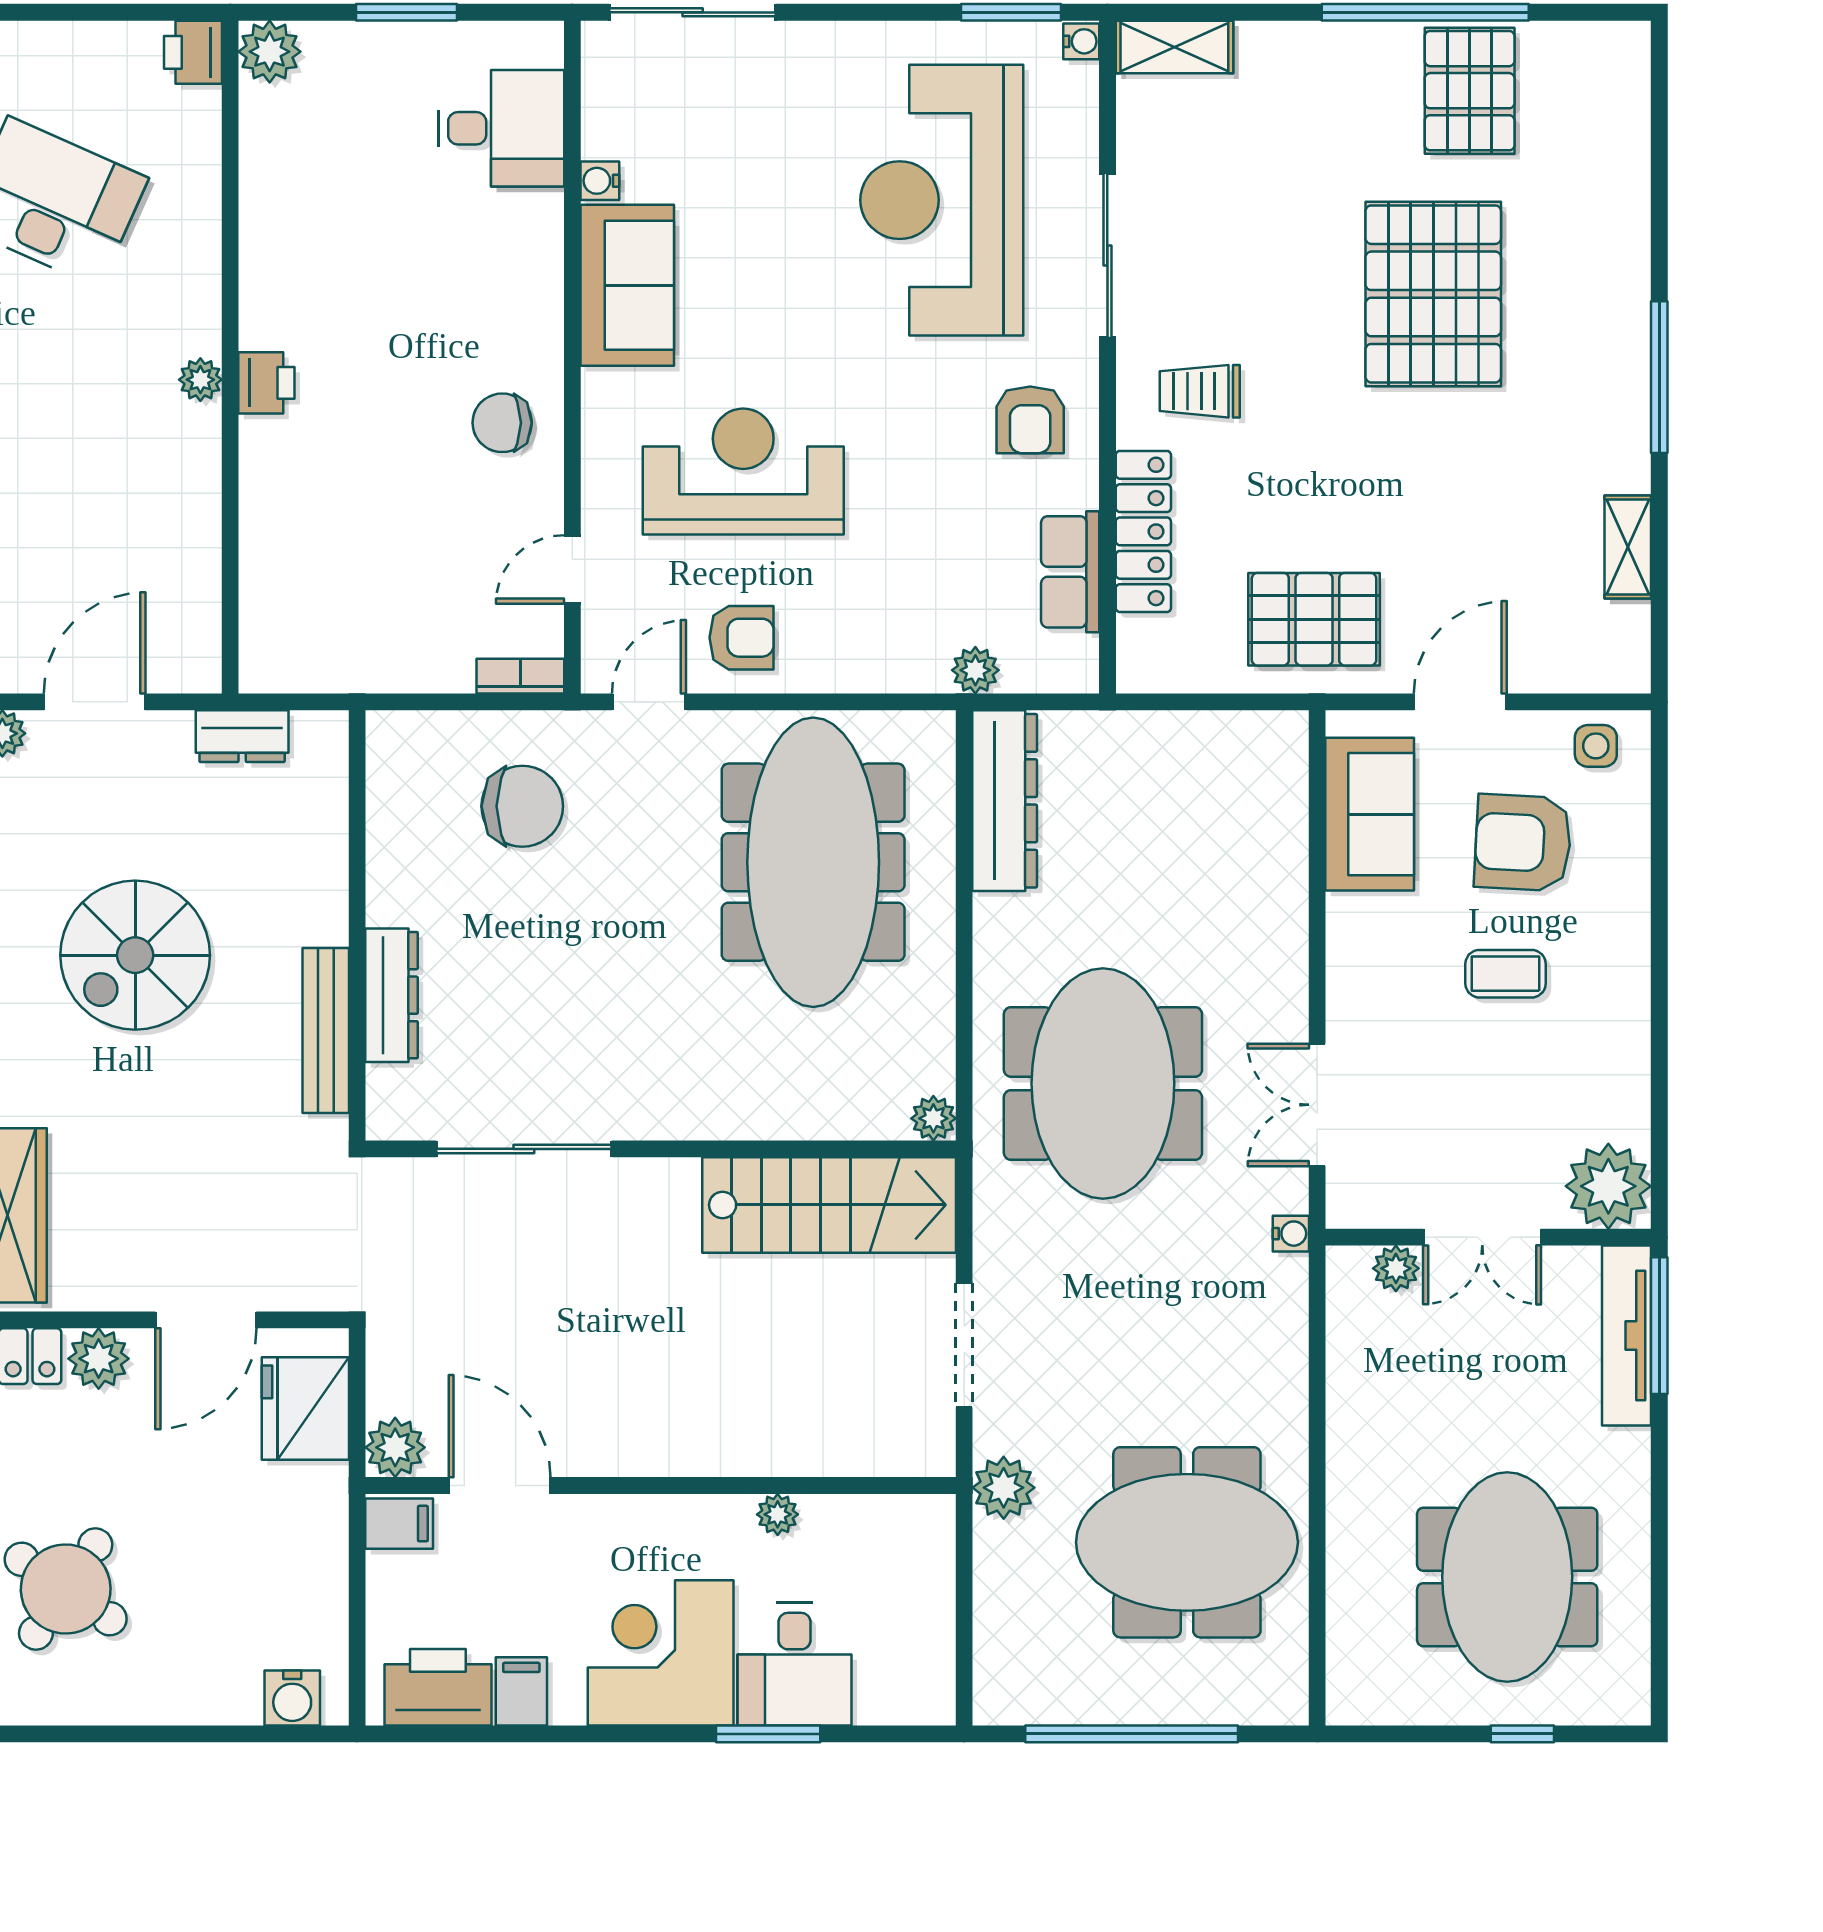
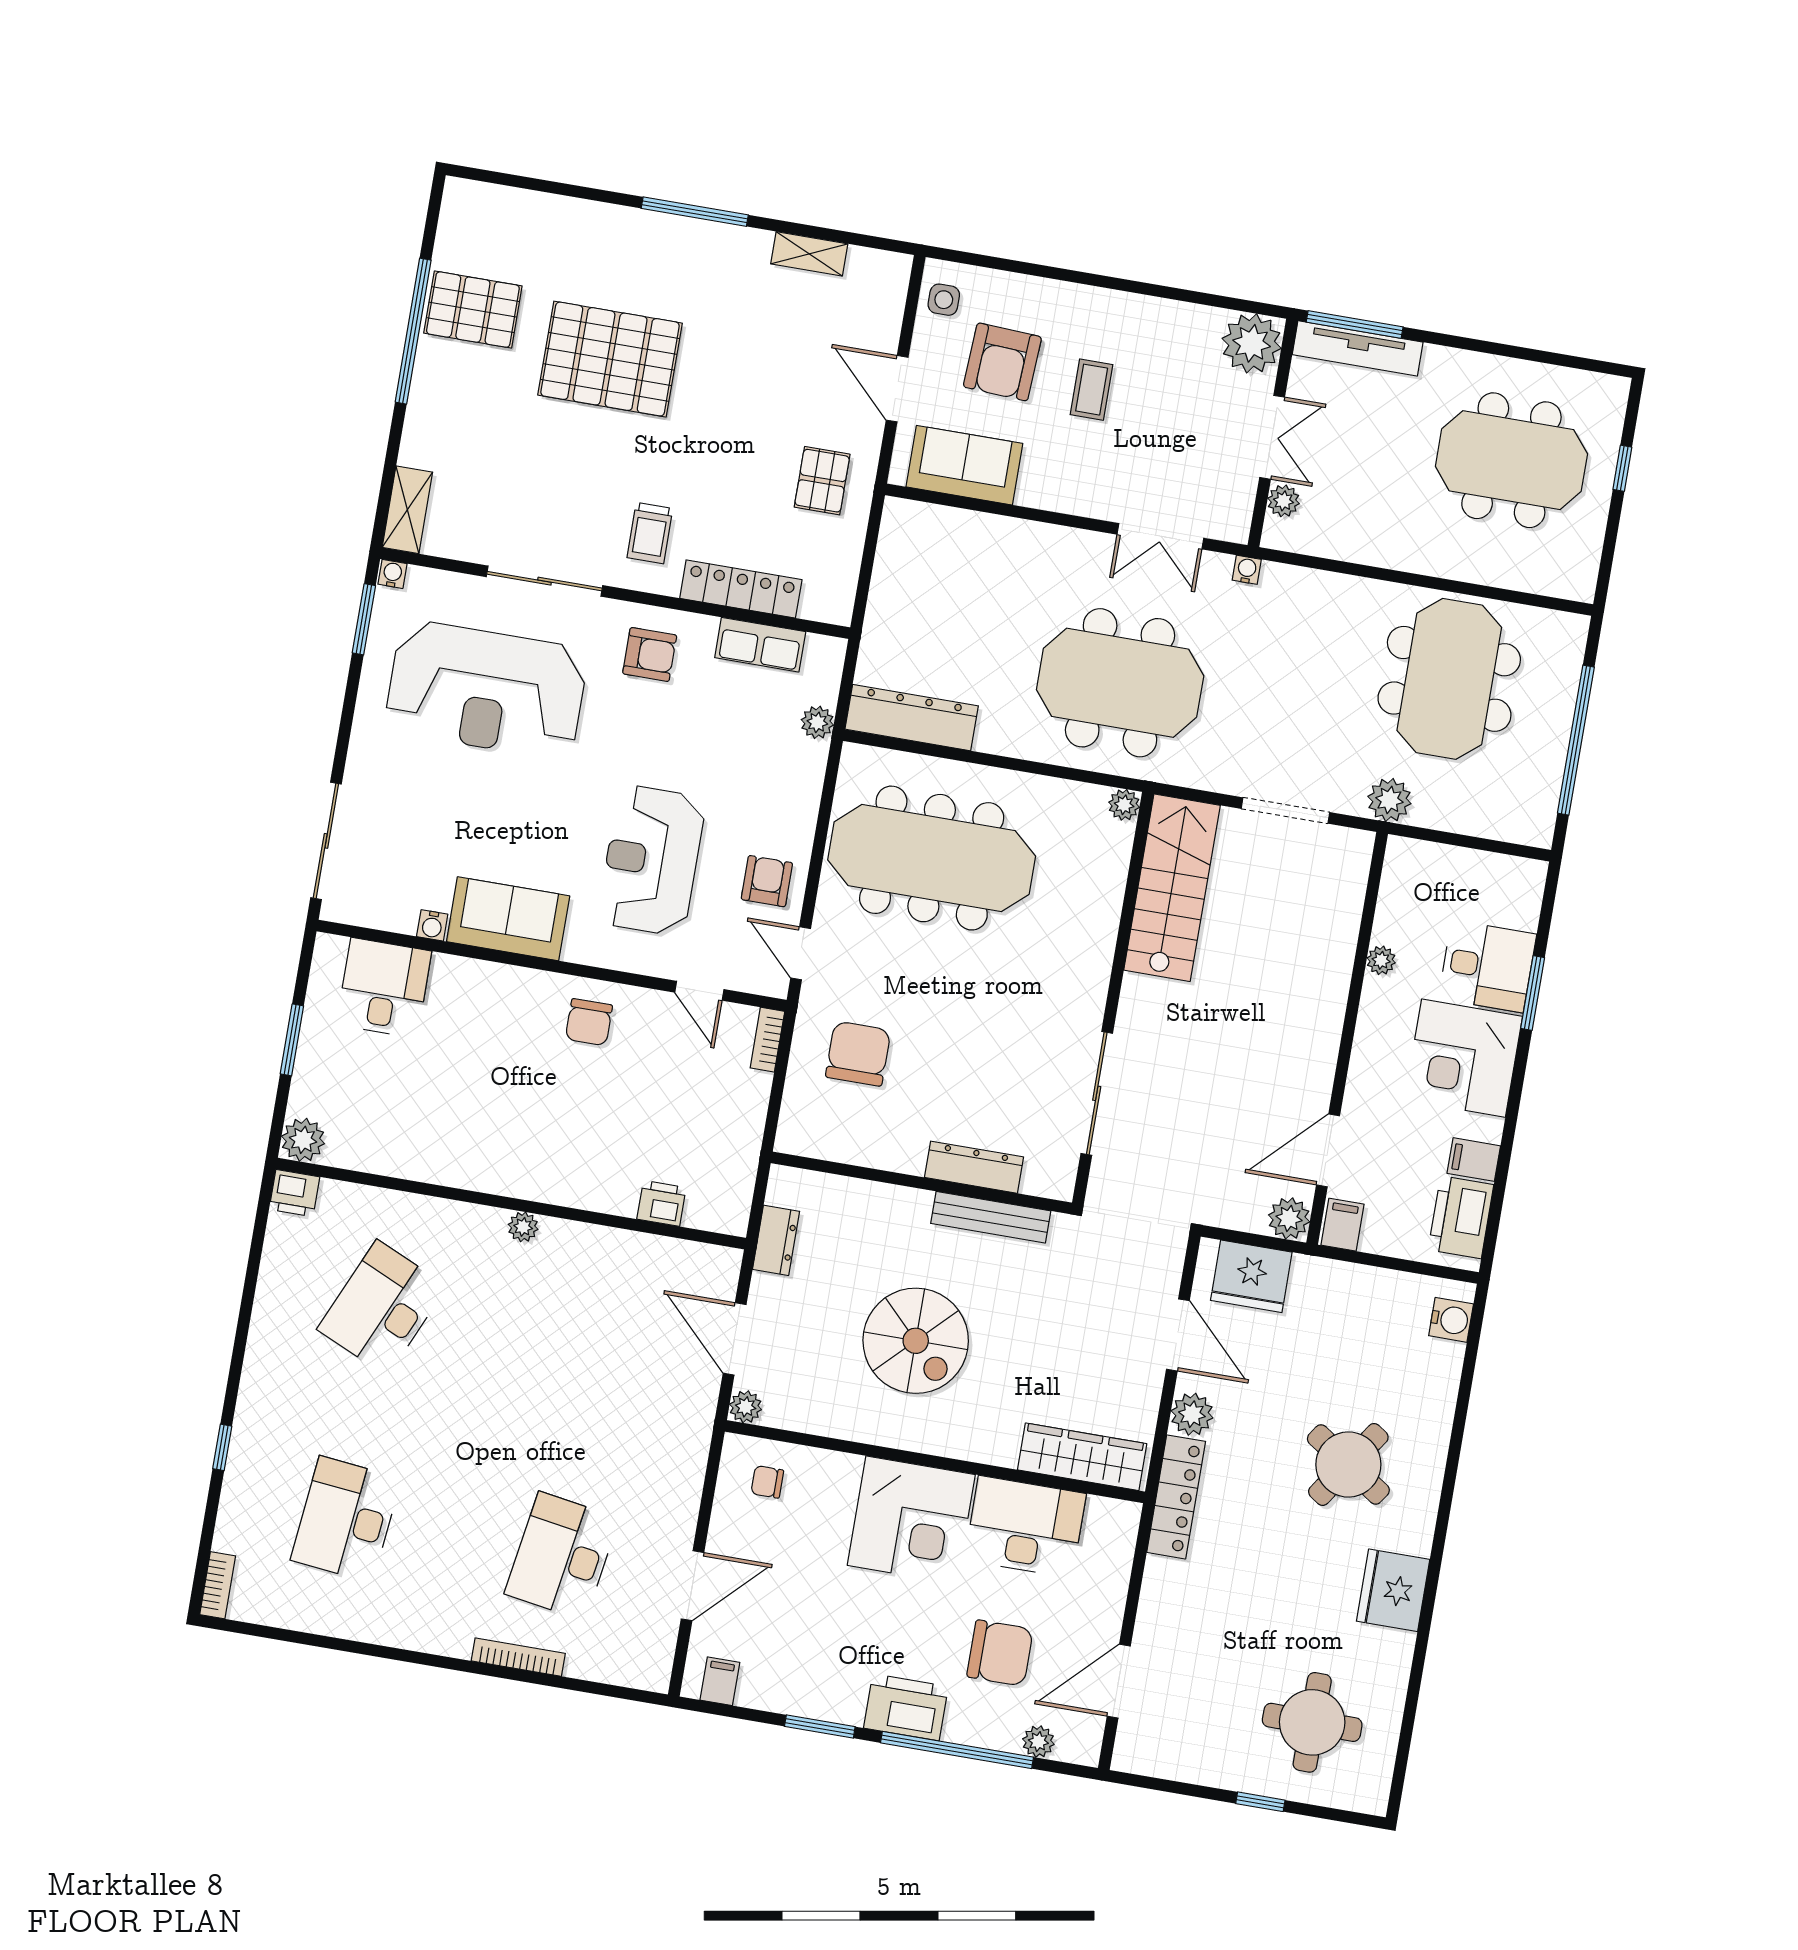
printer: (266, 383) -> (661, 1203), moved
pallet: (1314, 619) -> (822, 481), width x0.67, depth x0.71

